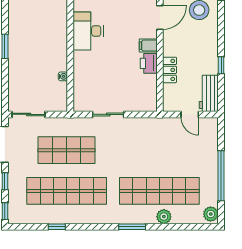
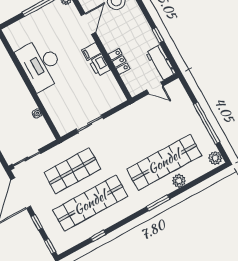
desk: (88, 31) -> (41, 64), width x1.36, depth x1.30

